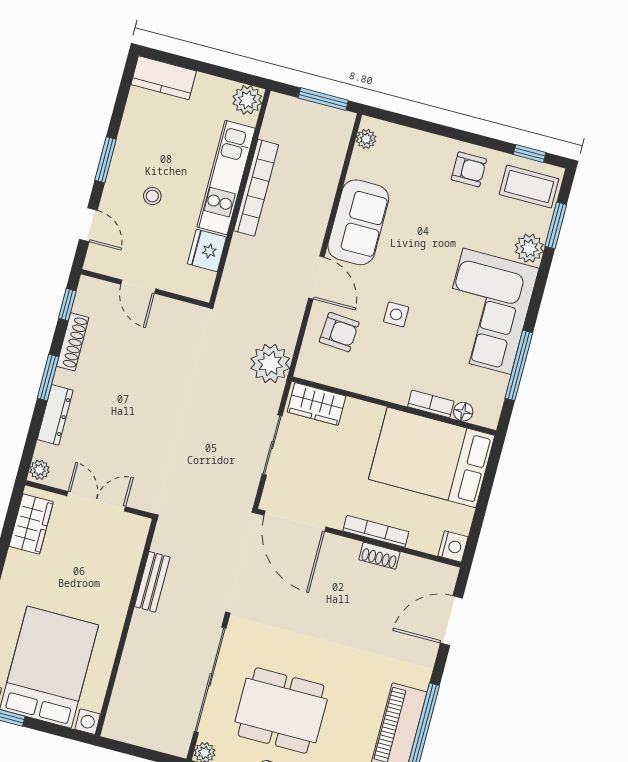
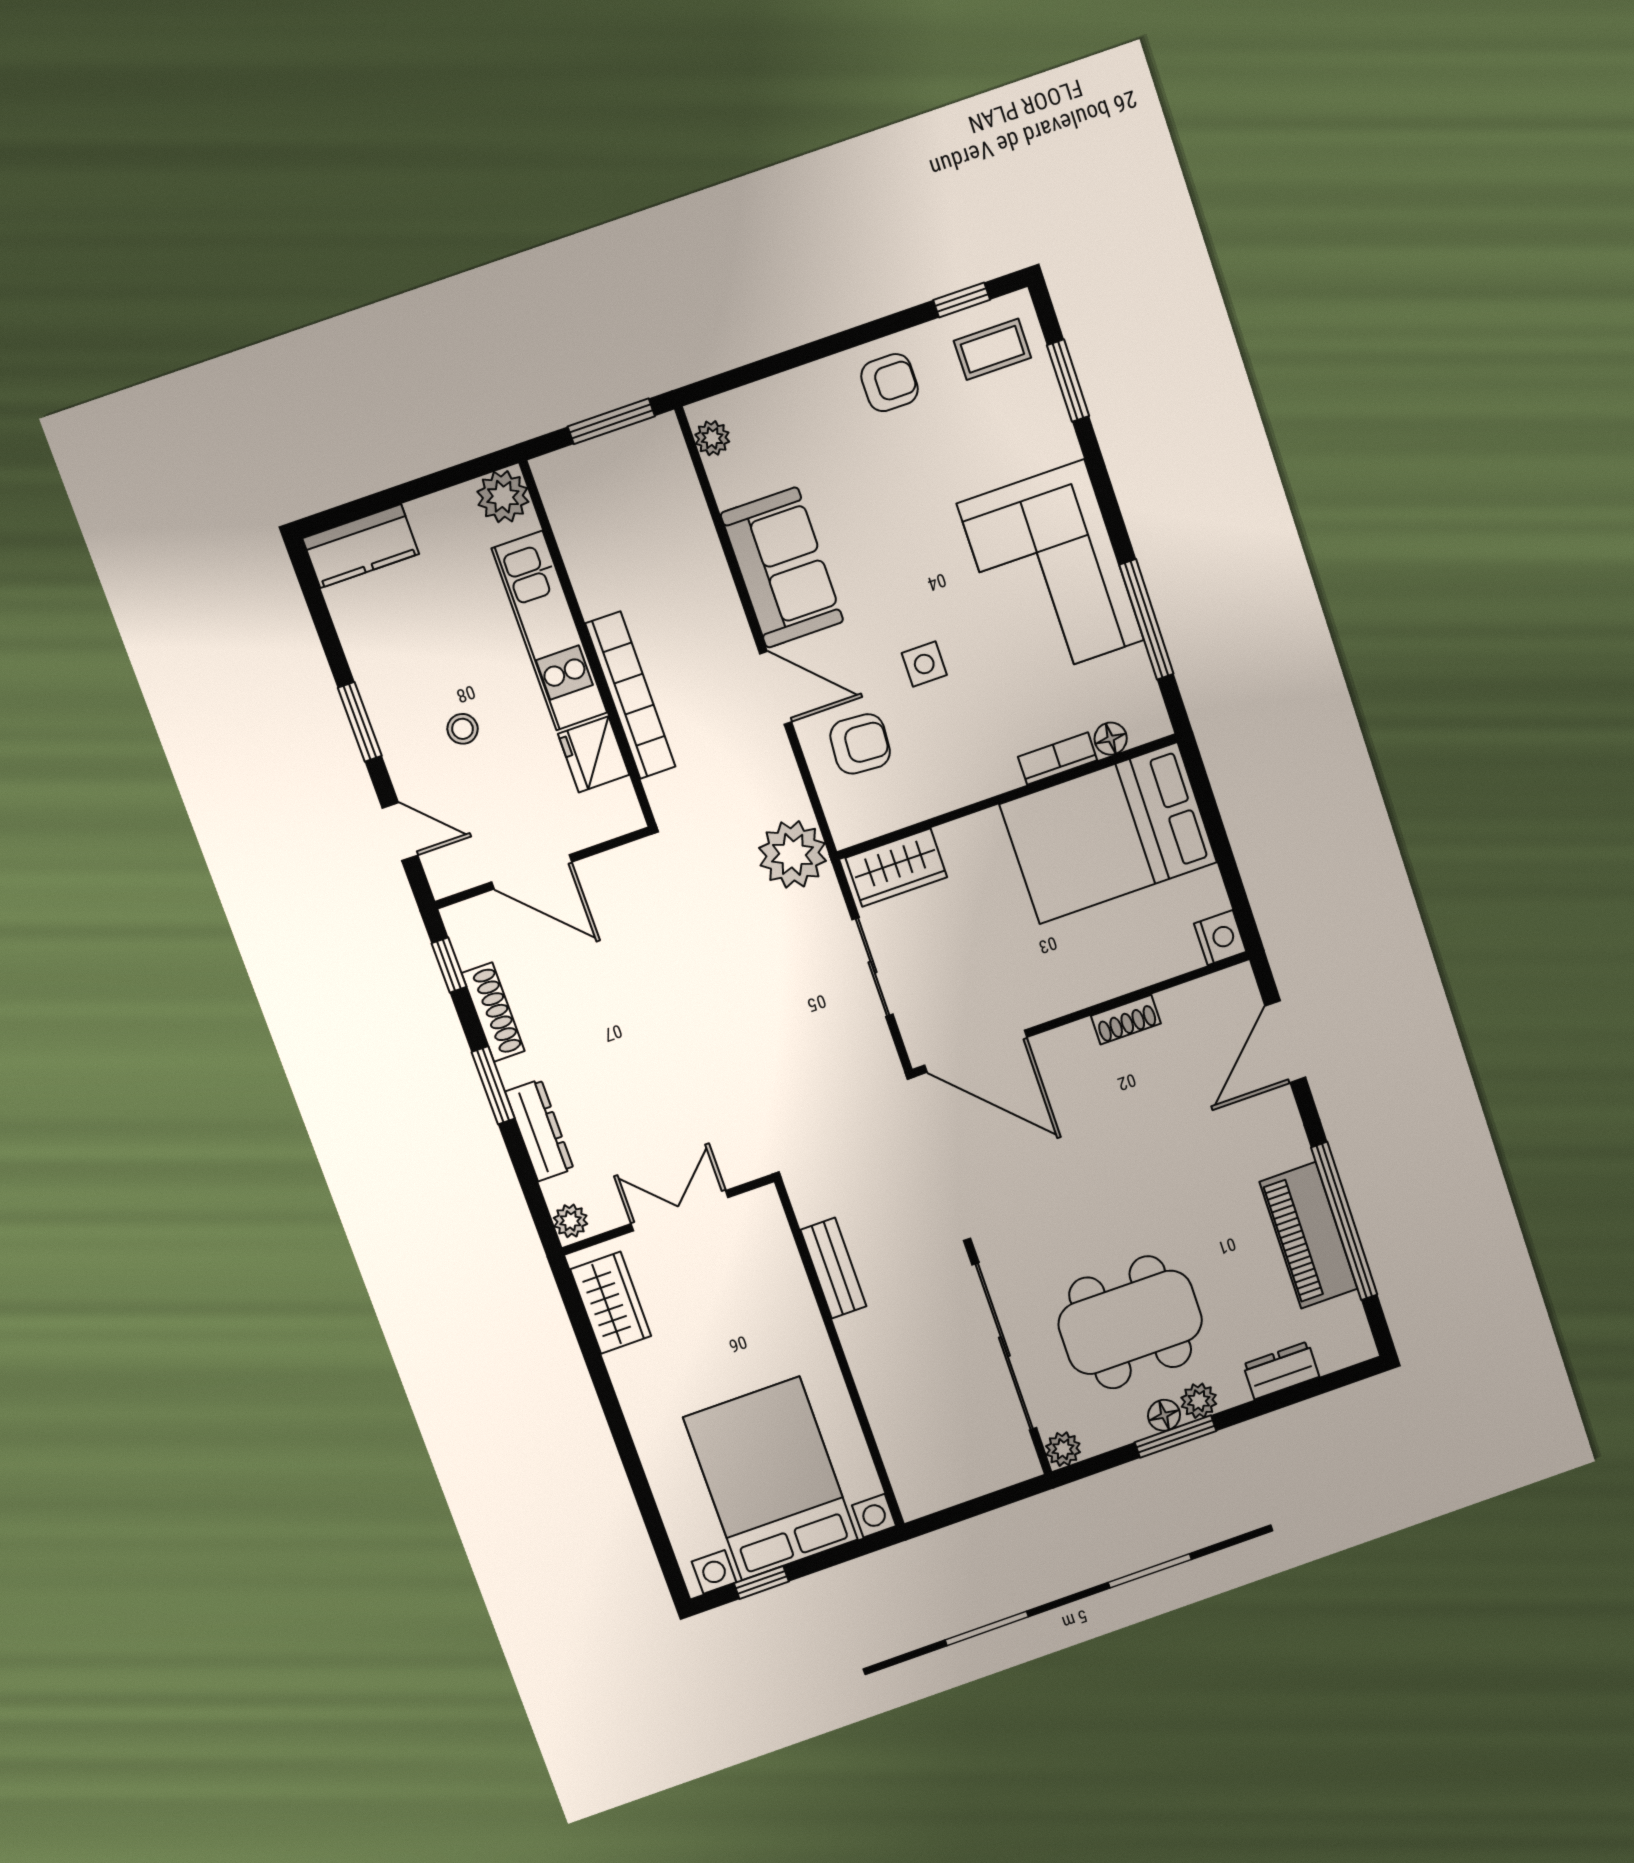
coffee table: (529, 187) -> (992, 349), width x0.73, depth x0.77
bookcase: (256, 188) -> (630, 695), moved
plant: (529, 248) -> (1051, 440), removed
door: (138, 287) -> (532, 872), width x1.38
bookcase: (376, 531) -> (1098, 989), removed

